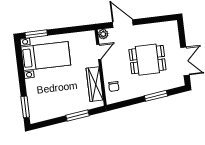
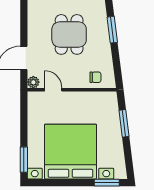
bed with nightstands: (46, 56) -> (71, 152), width x1.85
wardrobe: (95, 84) -> (90, 99), removed

